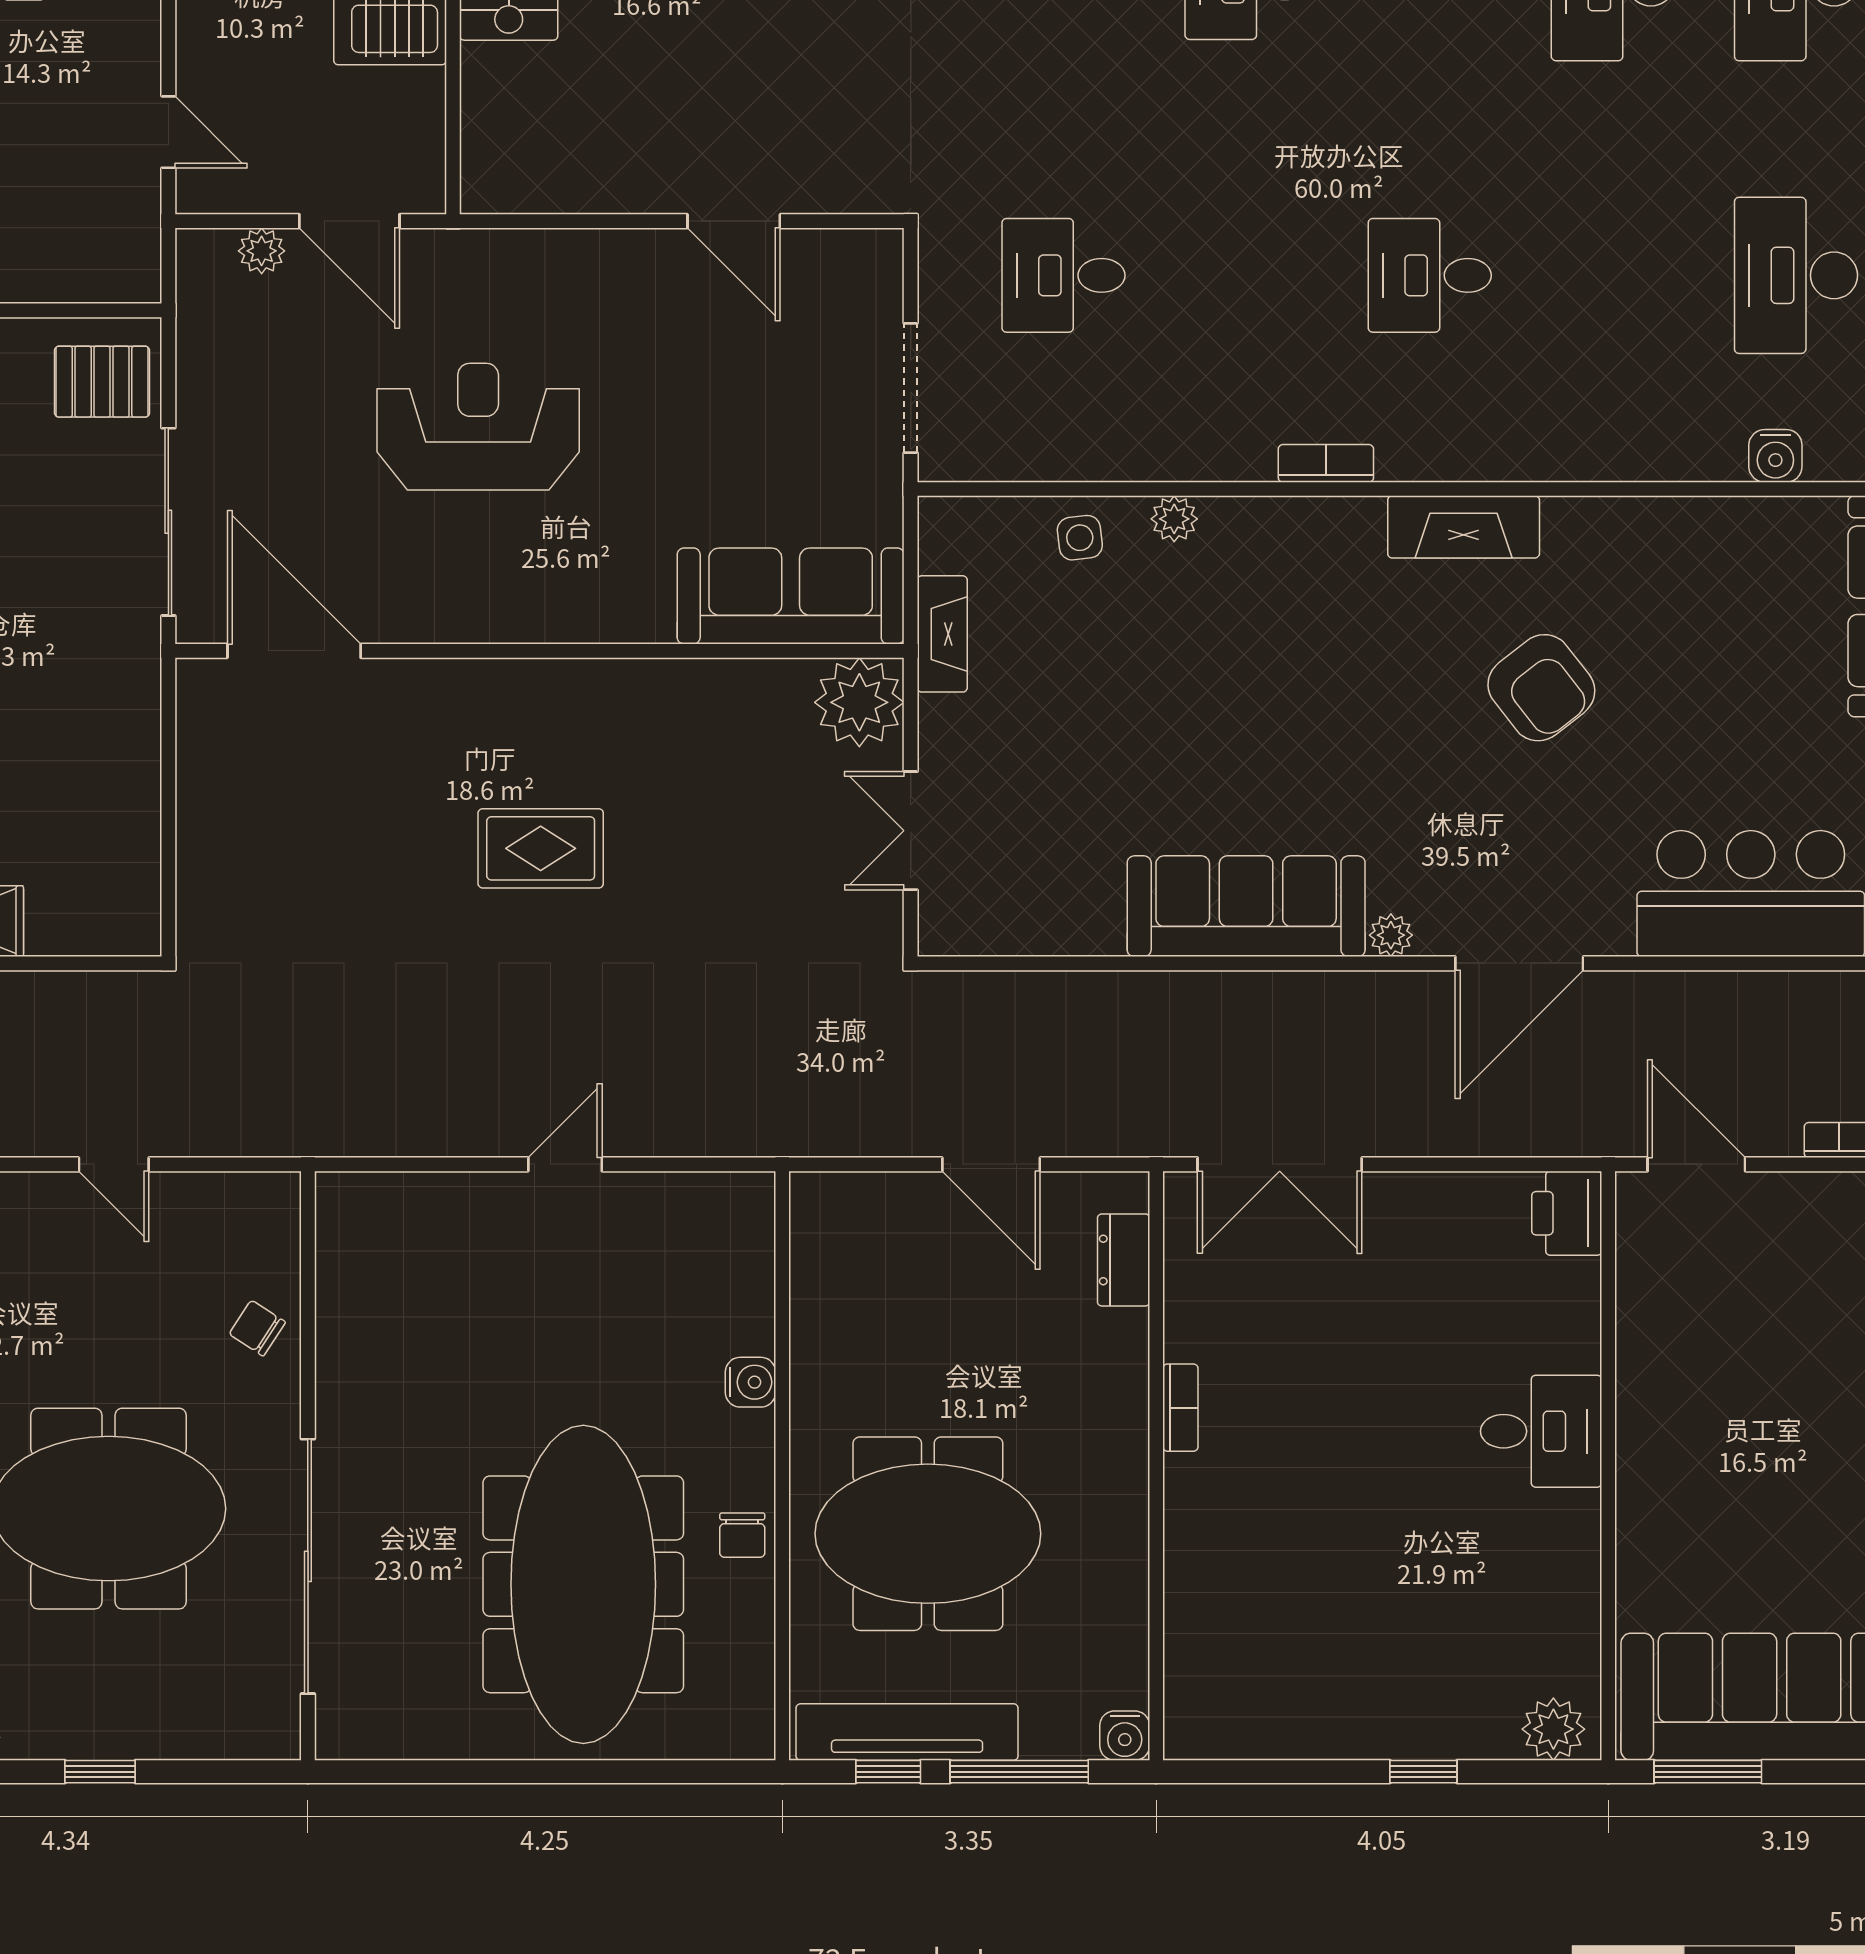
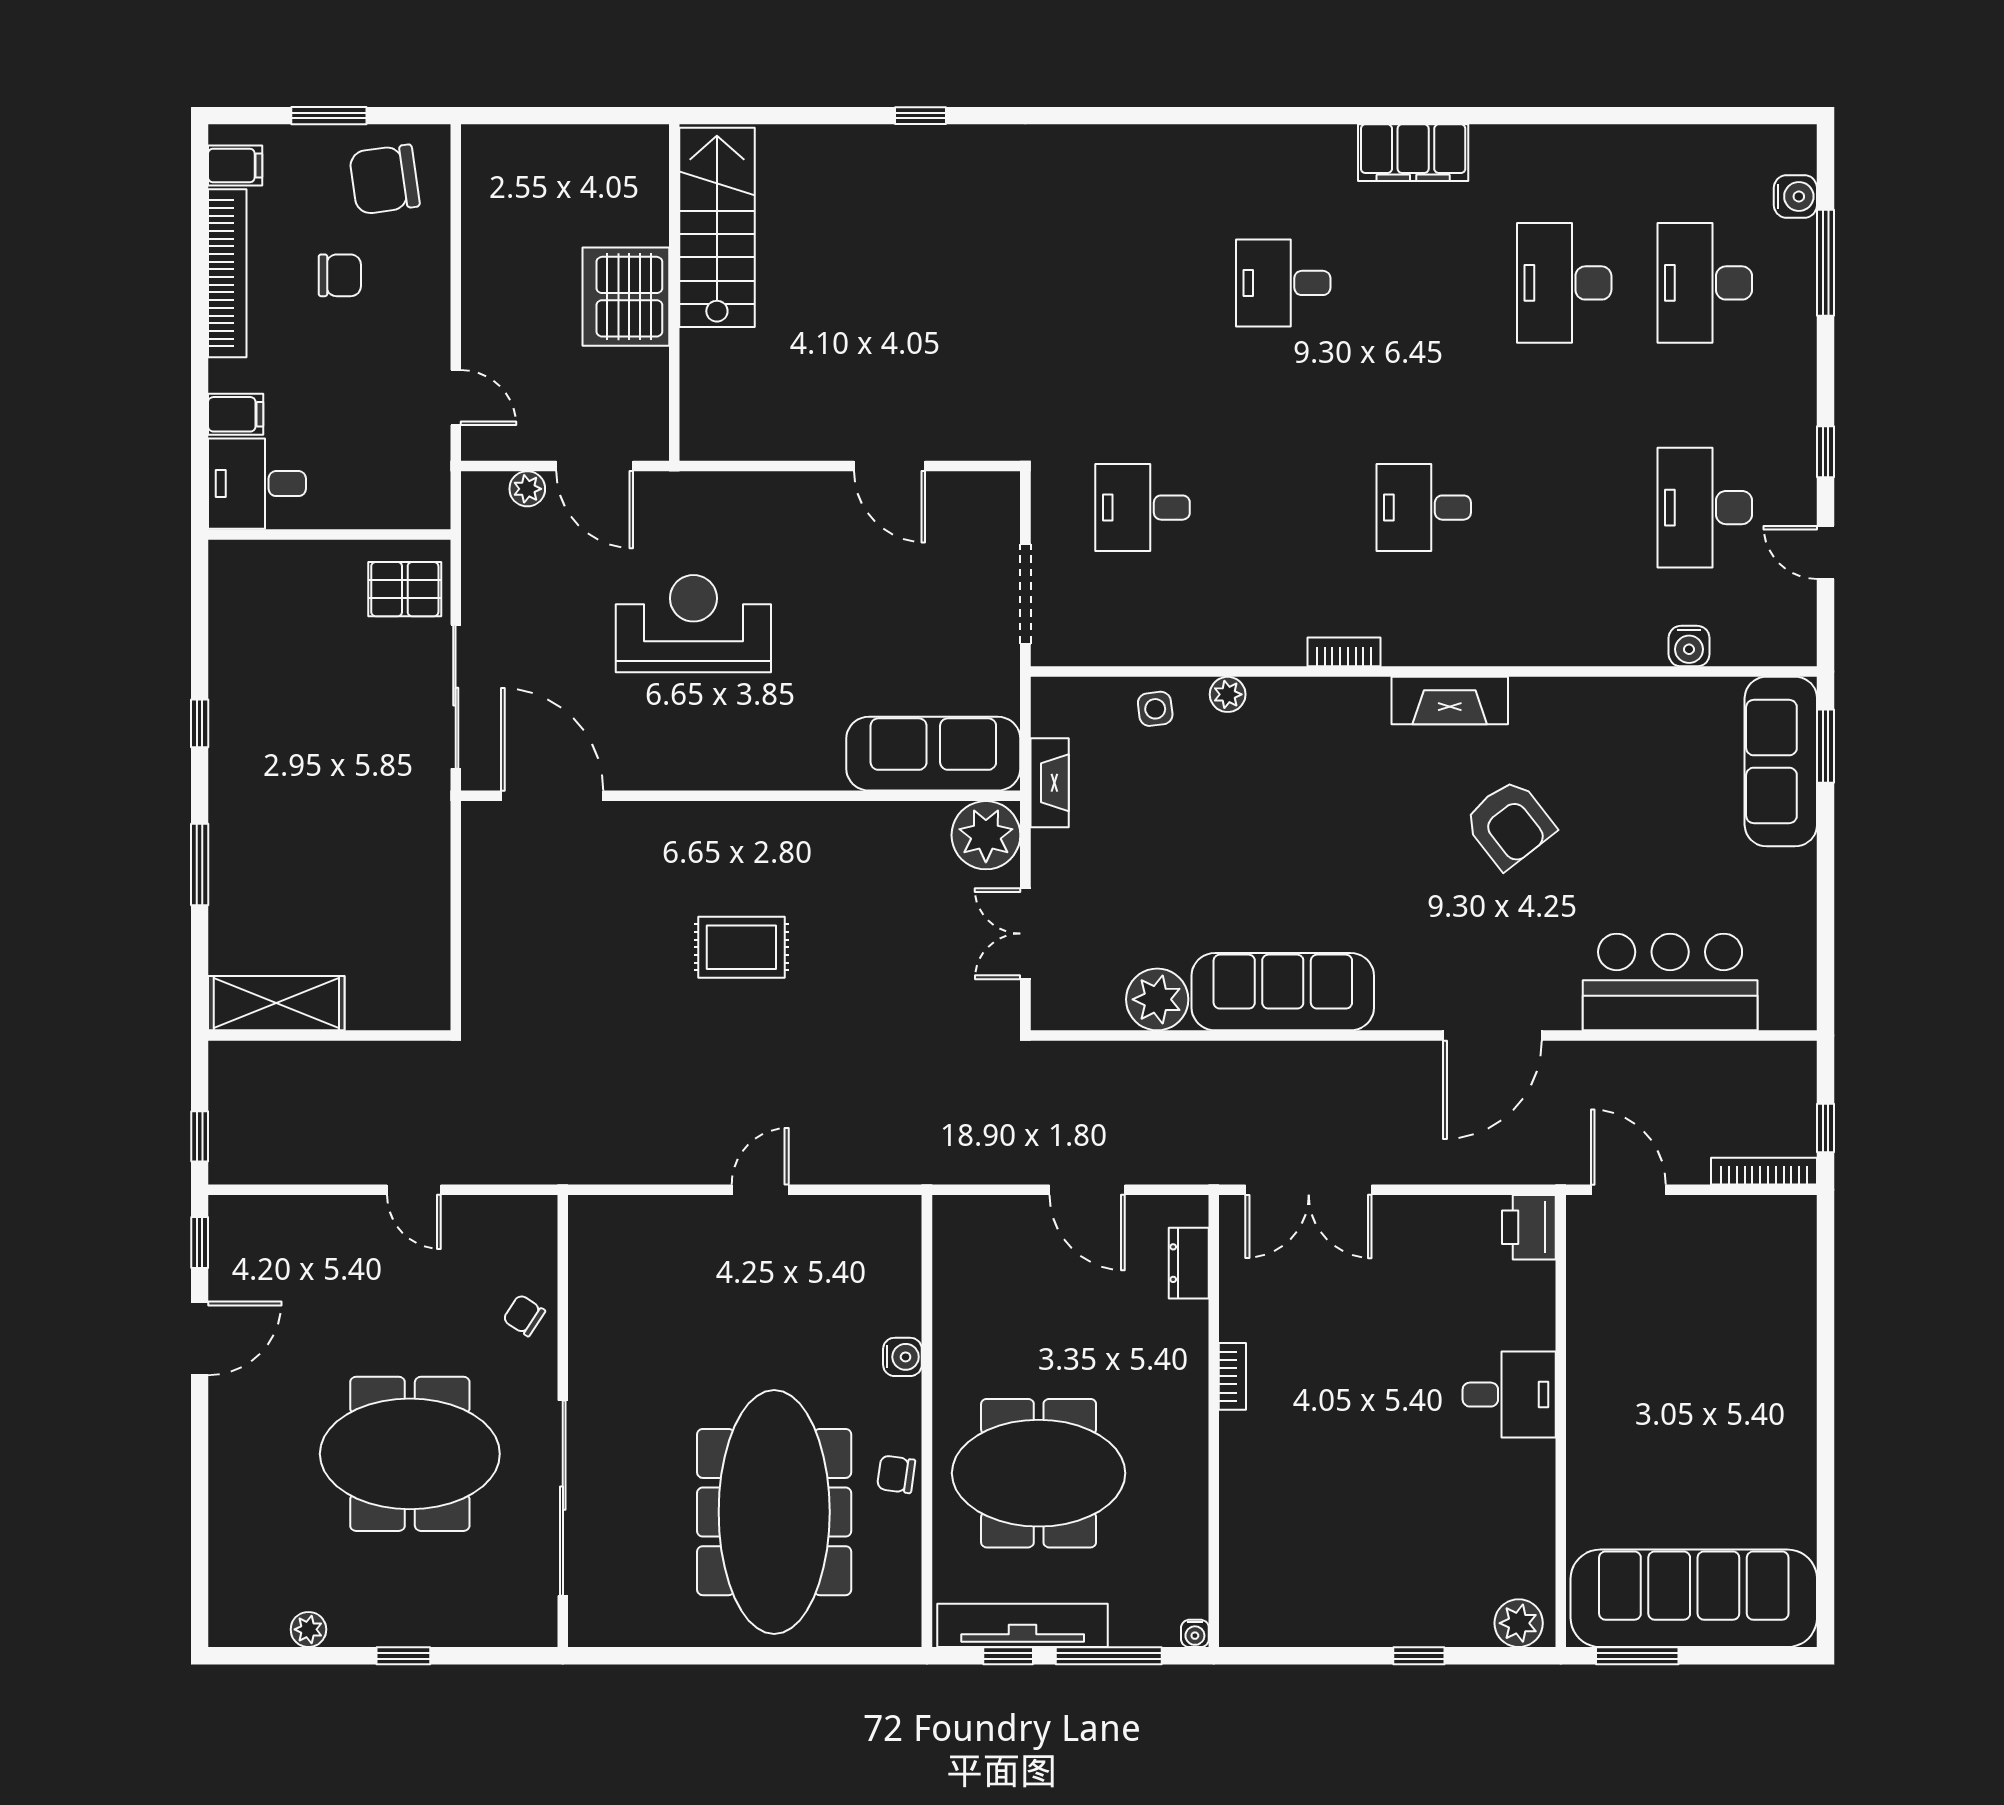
plant: (1391, 935) -> (1157, 999), moved, width x1.87, depth x1.87
chair: (742, 1535) -> (896, 1474), turned 98
water cooler: (1125, 1736) -> (1195, 1633), width x0.72, depth x0.72

